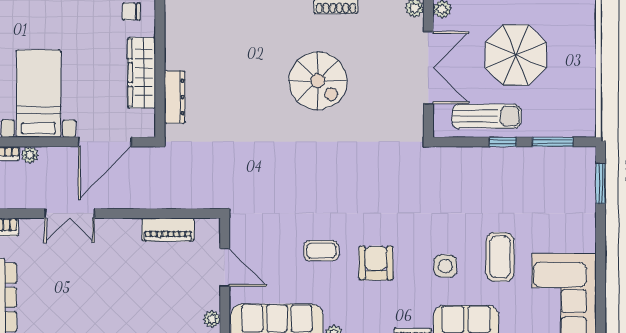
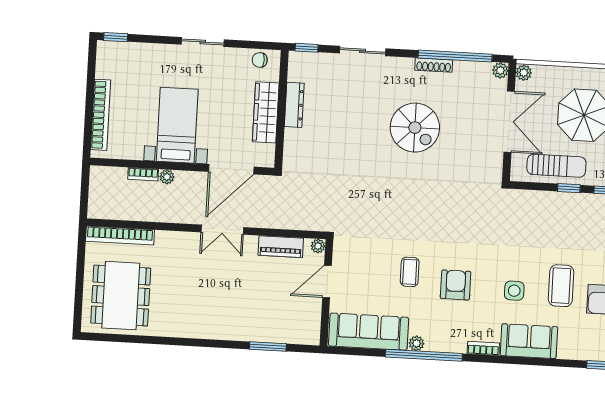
dresser: (175, 97) -> (294, 105), moved
double door: (69, 213) -> (222, 230), moved
coffee table: (321, 251) -> (410, 272), turned 90
door: (225, 267) -> (327, 281), swing flipped
plant: (212, 319) -> (318, 246), moved

